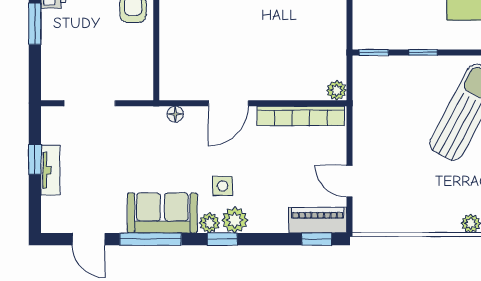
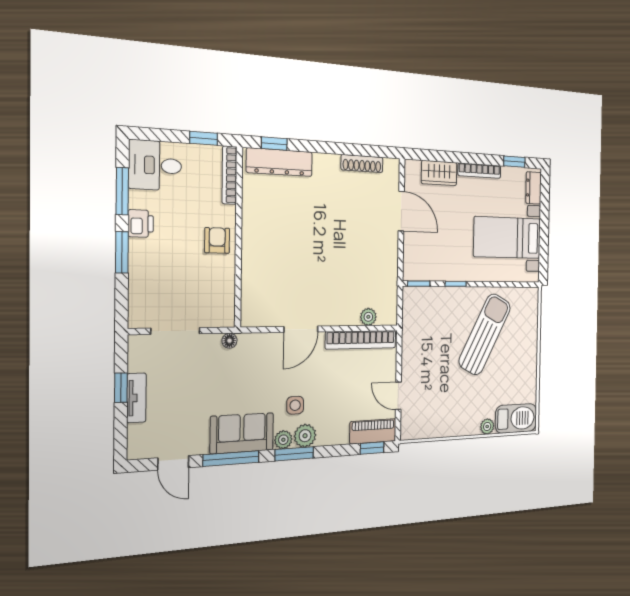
plant: (337, 90) -> (368, 317), moved
floor lamp: (175, 114) -> (229, 341), moved
window: (222, 239) -> (294, 454), width x1.50

